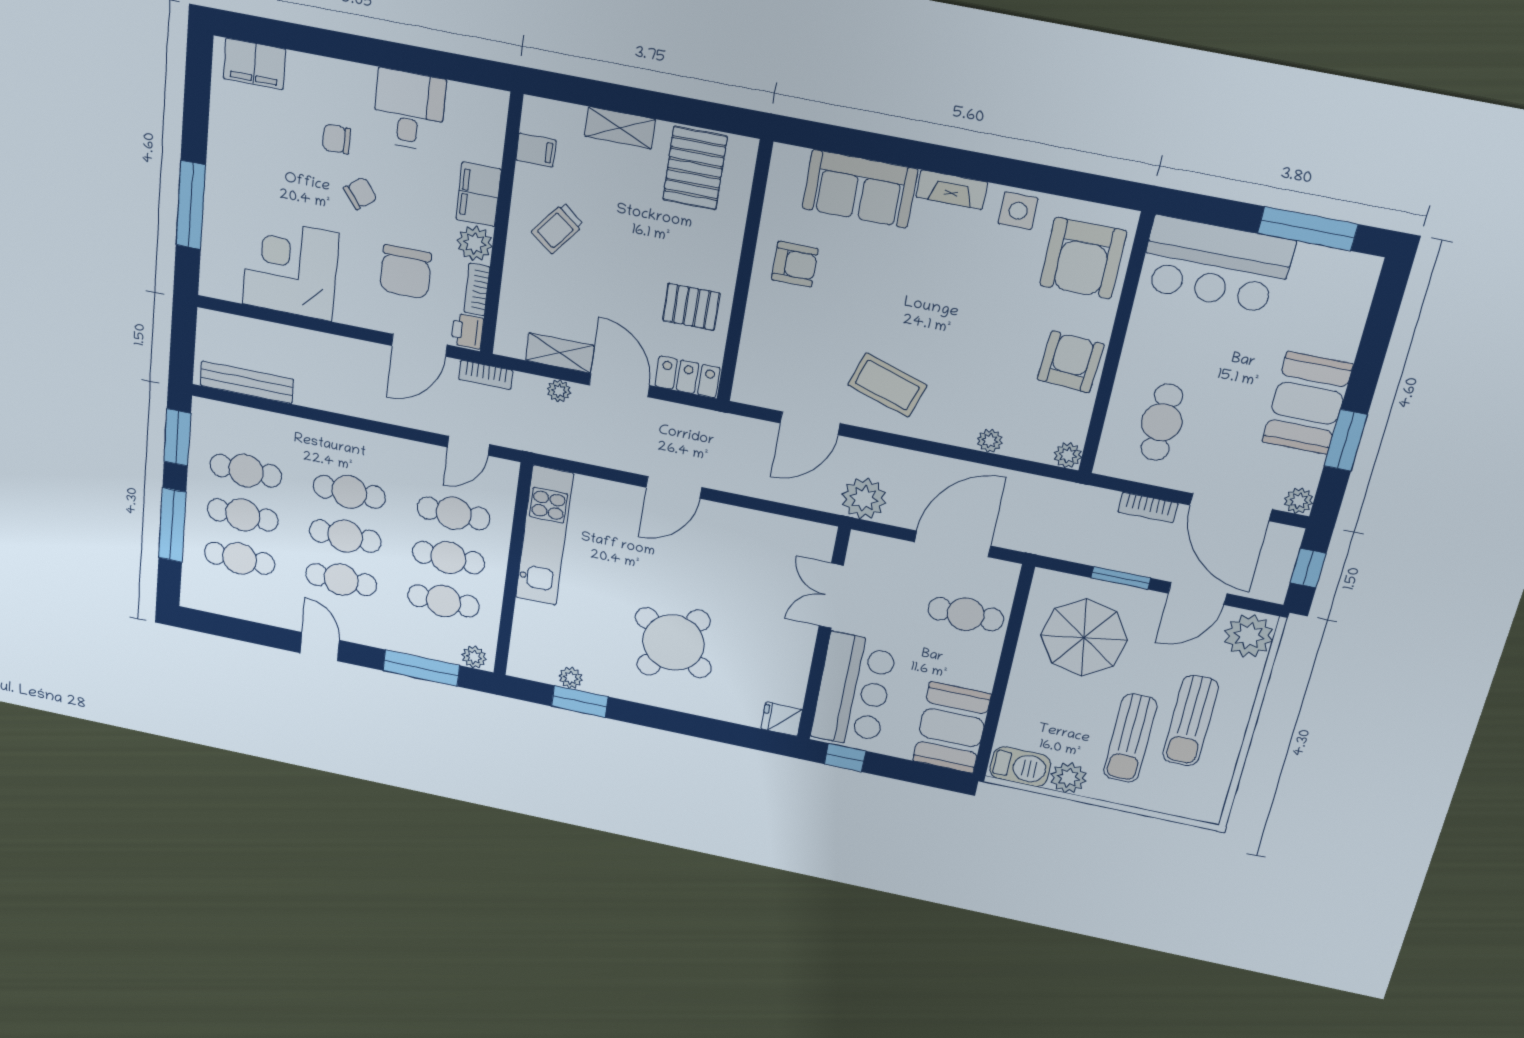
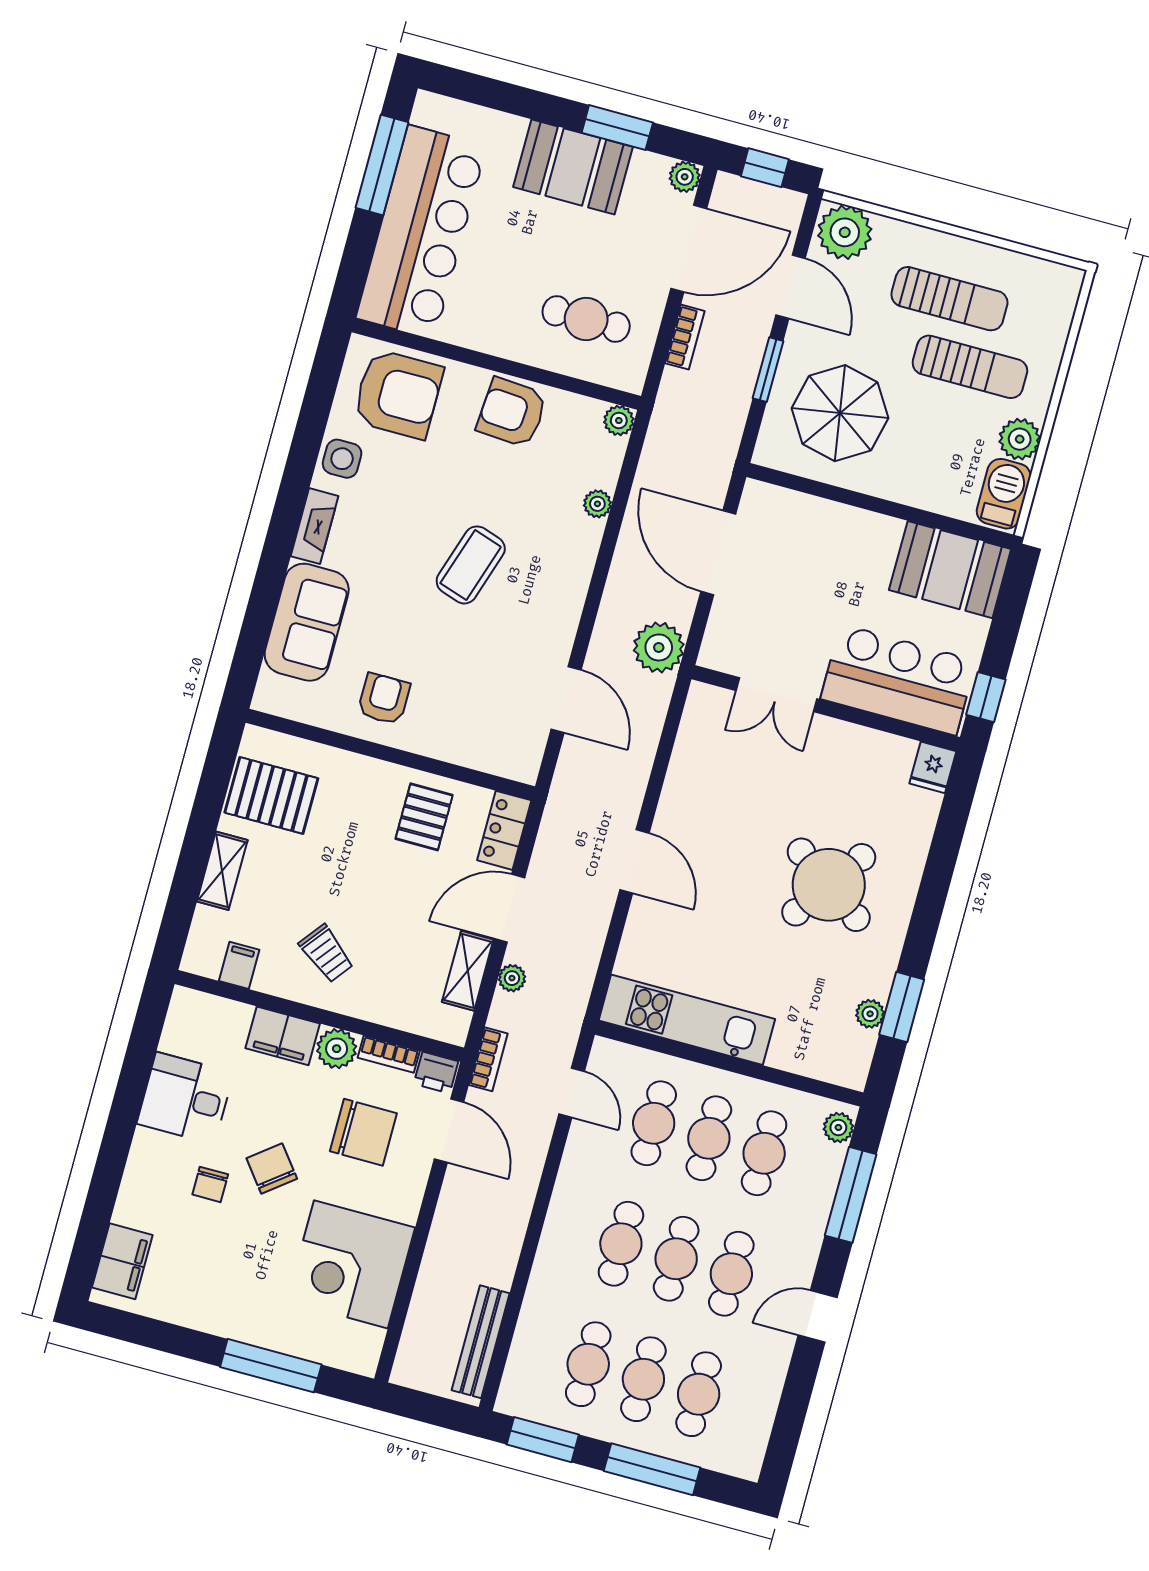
chair: (360, 193) -> (272, 1168), width x1.37, depth x1.37
bar counter: (1216, 265) -> (421, 232), width x1.36
coffee table: (887, 385) -> (471, 565), moved
cafe table: (966, 614) -> (806, 544), removed

